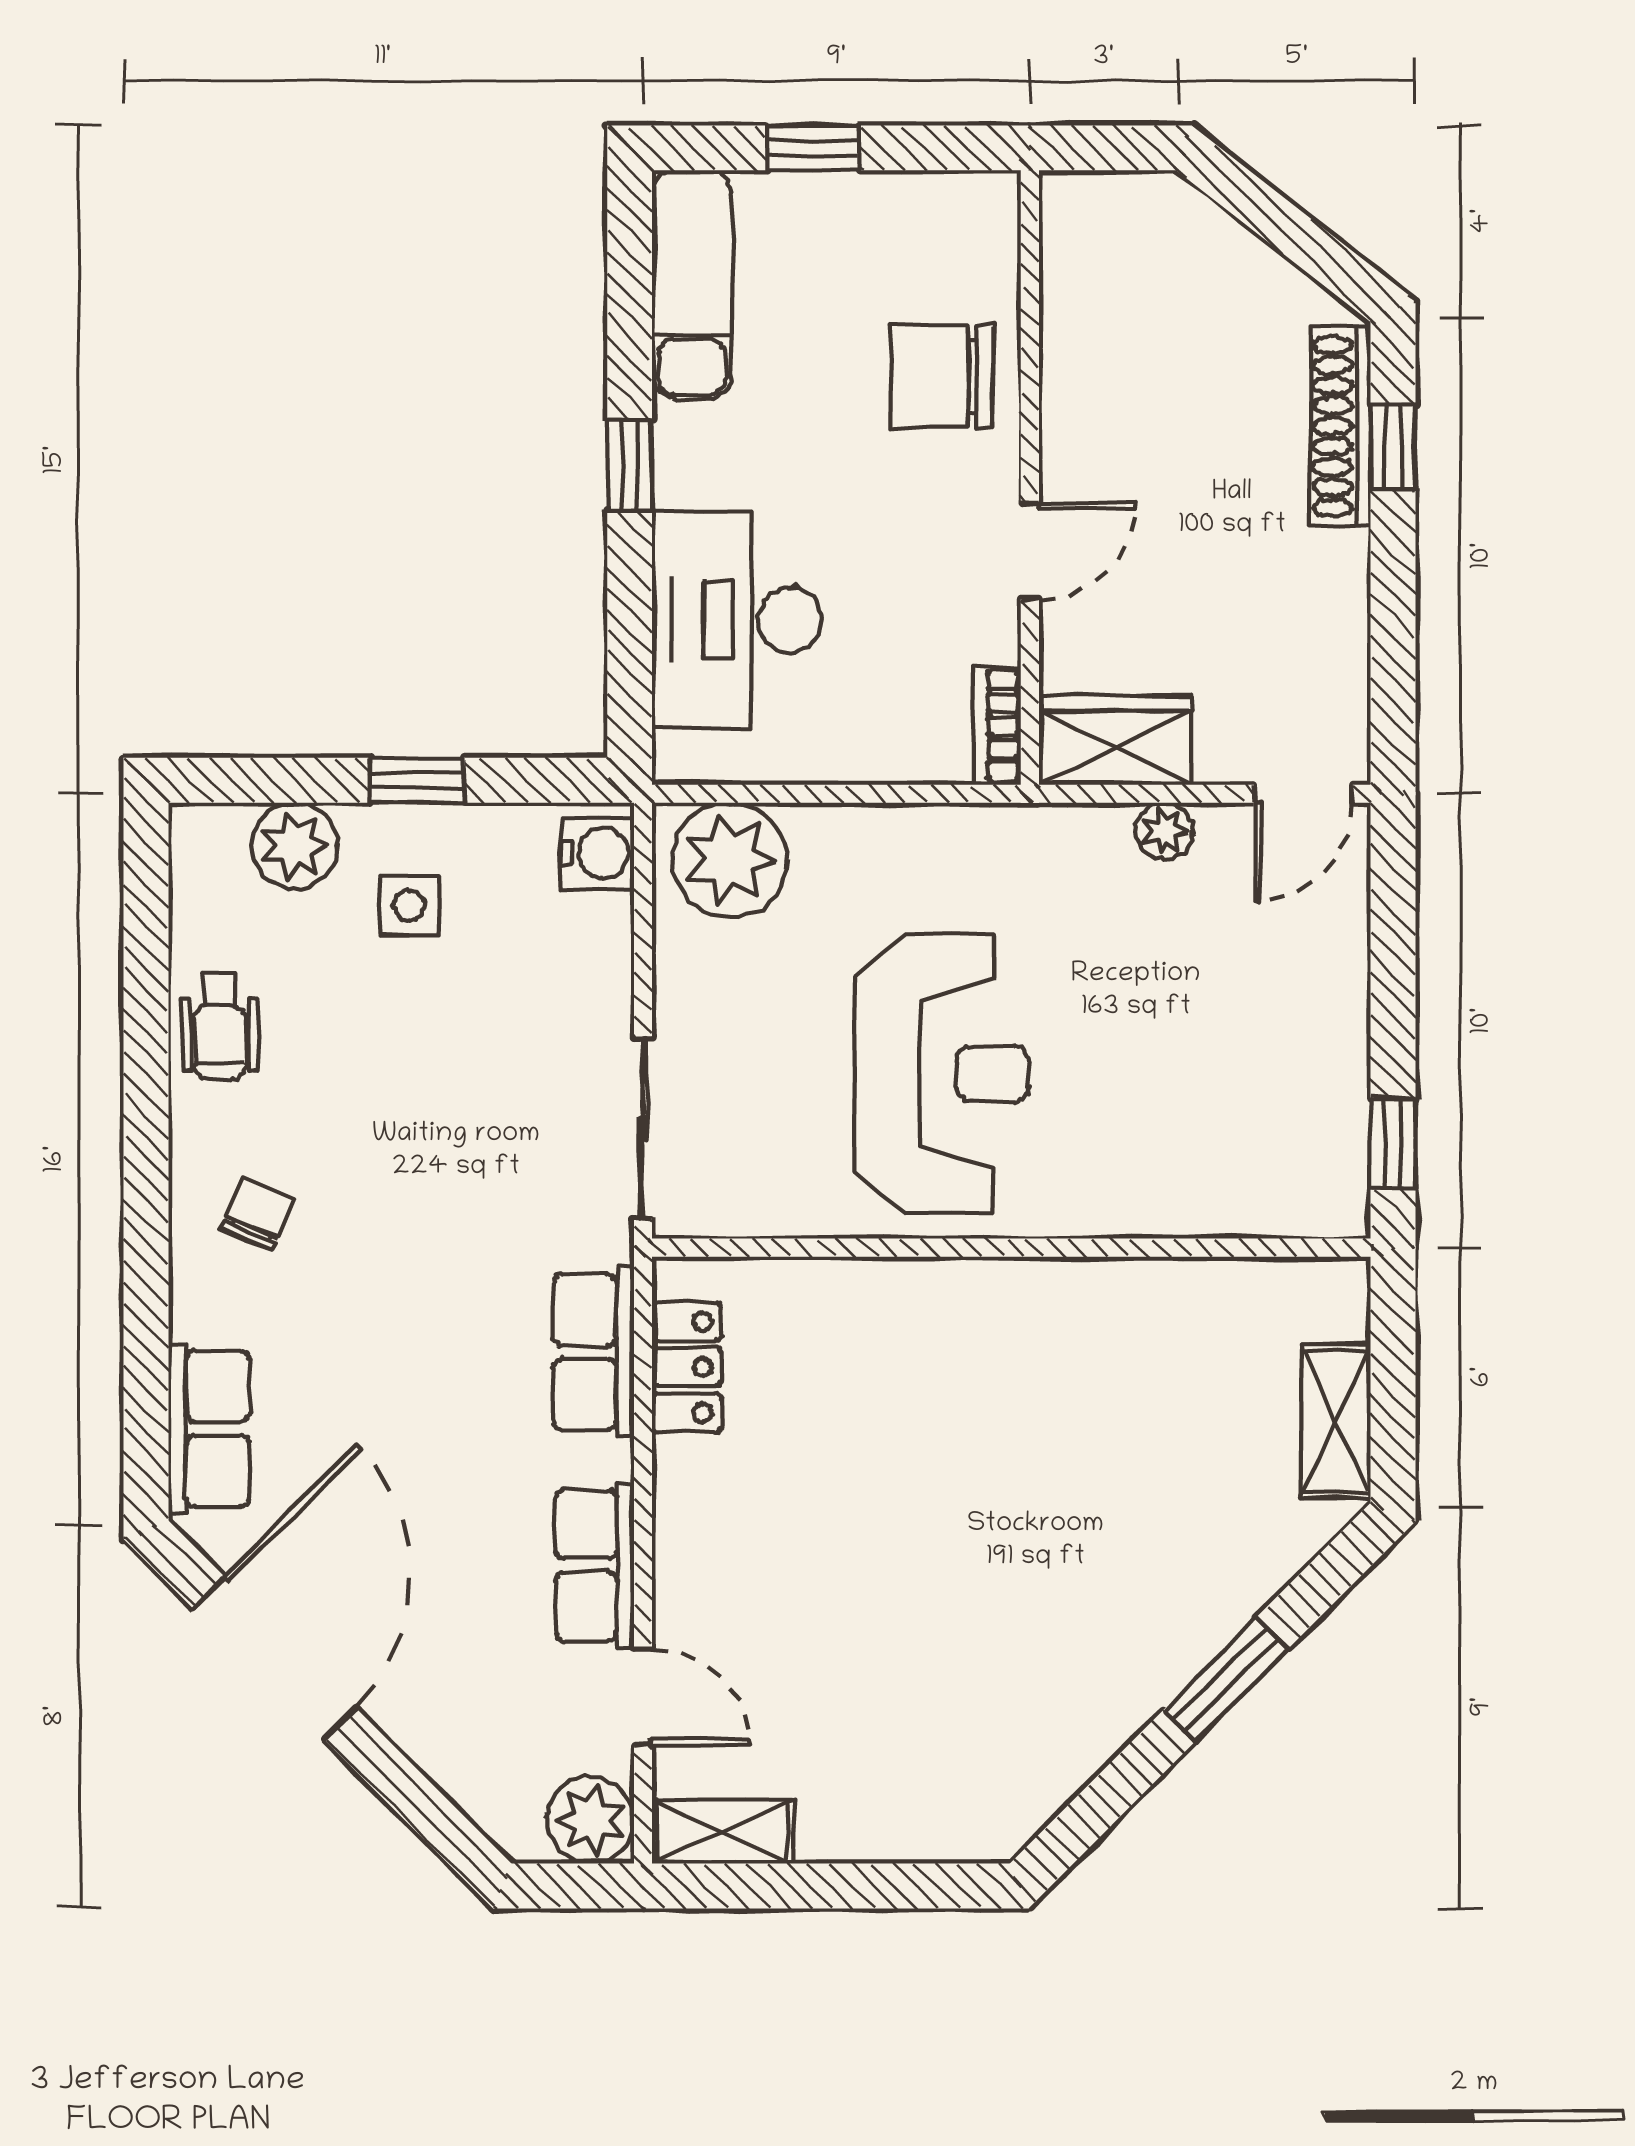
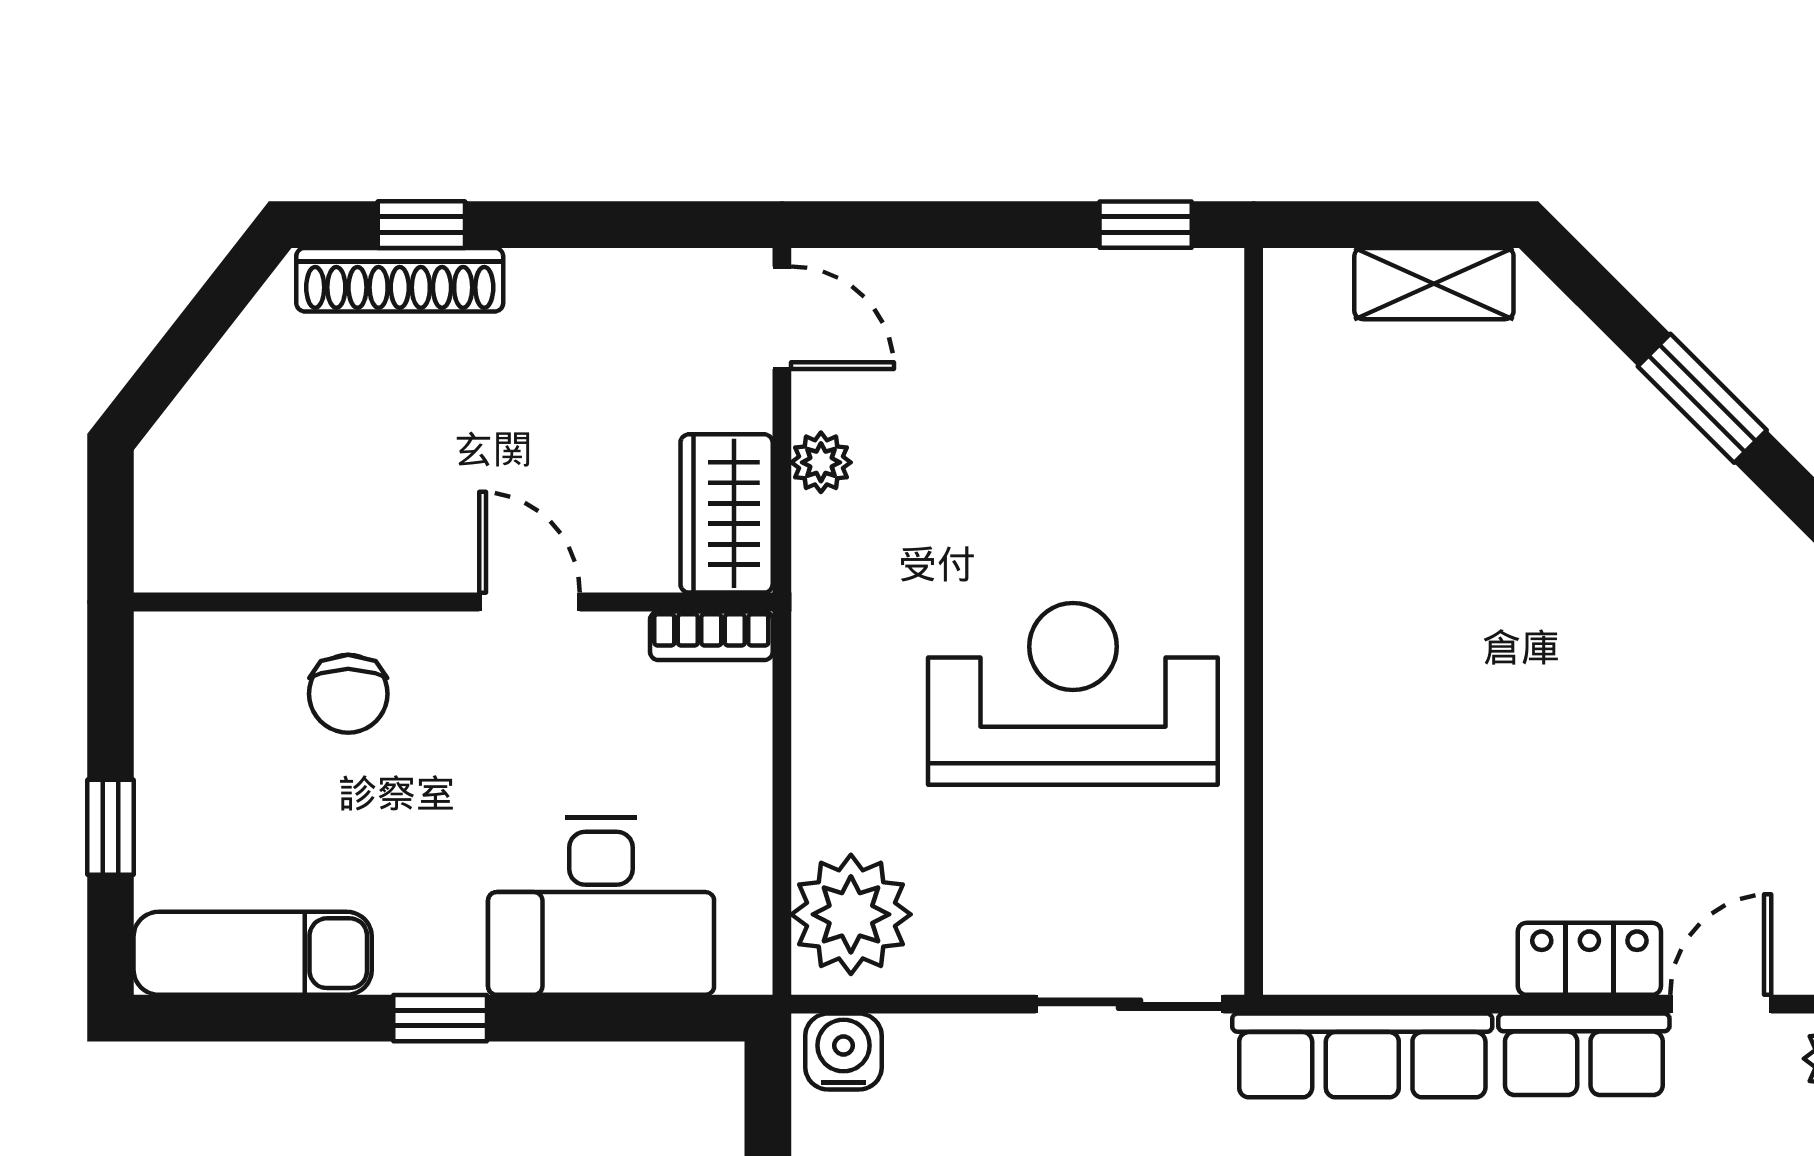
chair: (942, 377) -> (348, 694), width x0.73, depth x0.73
row of seats: (594, 1352) -> (1362, 1055), width x1.48
locker: (687, 1367) -> (1589, 959), moved

